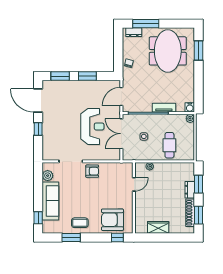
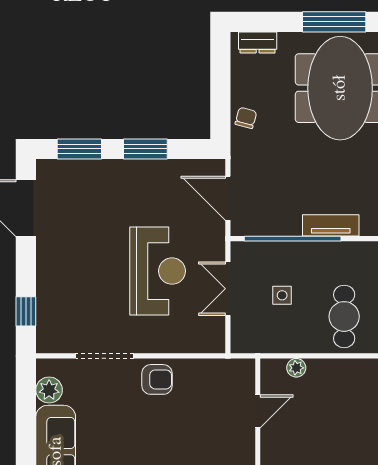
window: (146, 24) -> (334, 22), moved
door: (121, 96) -> (228, 198), hinge flipped
window: (38, 129) -> (26, 311), moved
double door: (121, 134) -> (228, 289), width x0.73

